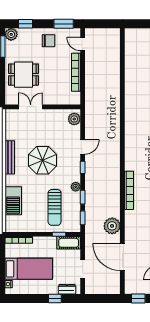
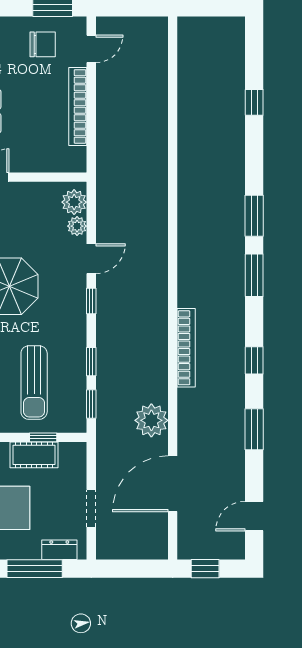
chair: (49, 41) -> (43, 44), moved
door: (83, 44) -> (91, 49), swing flipped
plant: (76, 187) -> (77, 226), moved
cot: (69, 243) -> (34, 455), moved
door: (122, 257) -> (173, 484), hinge flipped
window: (55, 299) -> (35, 569), width x2.17

